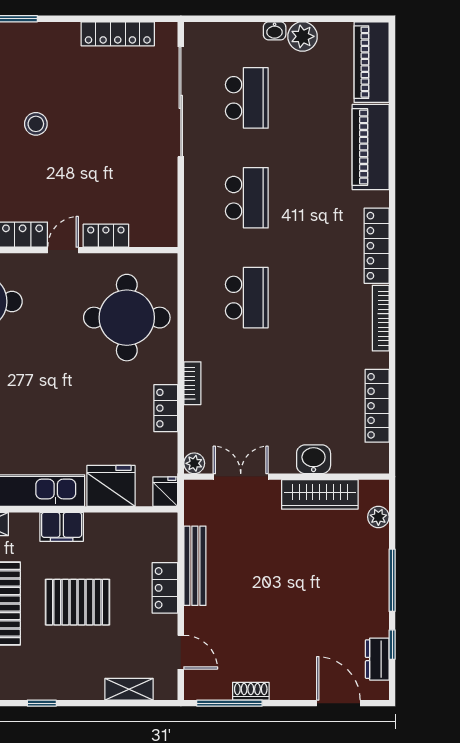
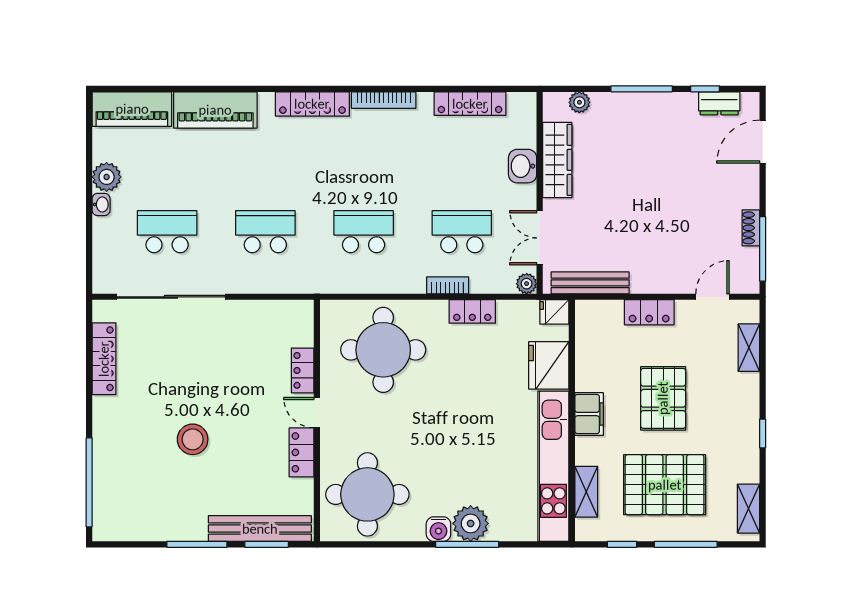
stool: (36, 124) -> (193, 439), width x1.38, depth x1.38
school desk: (247, 397) -> (462, 232), added
bench: (195, 566) -> (590, 283), moved

